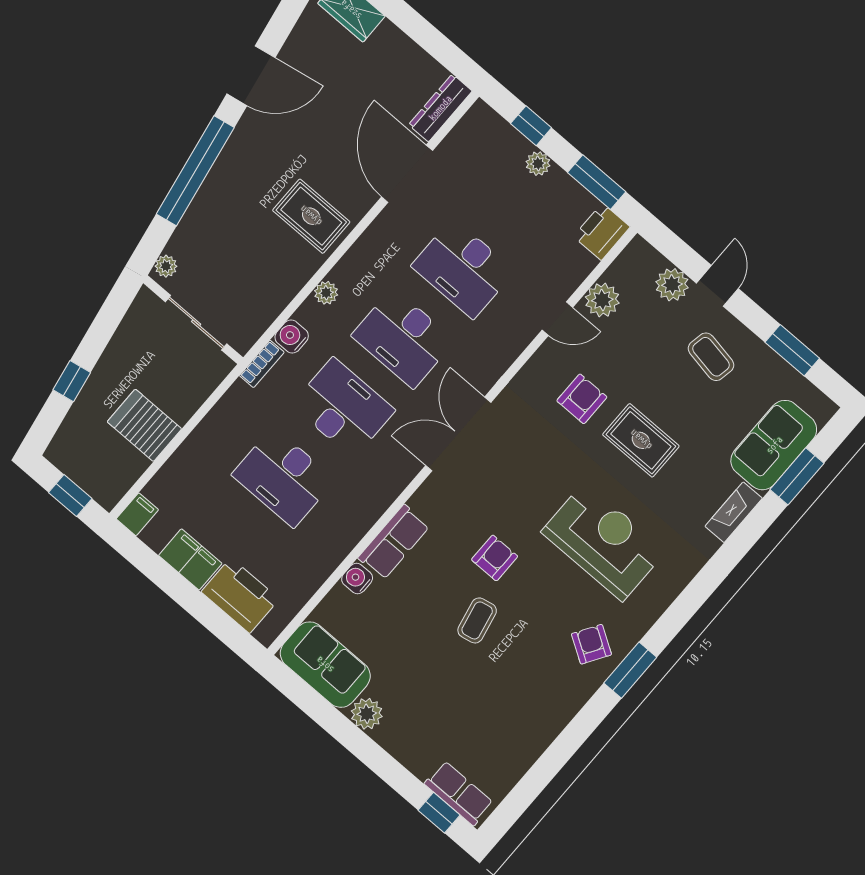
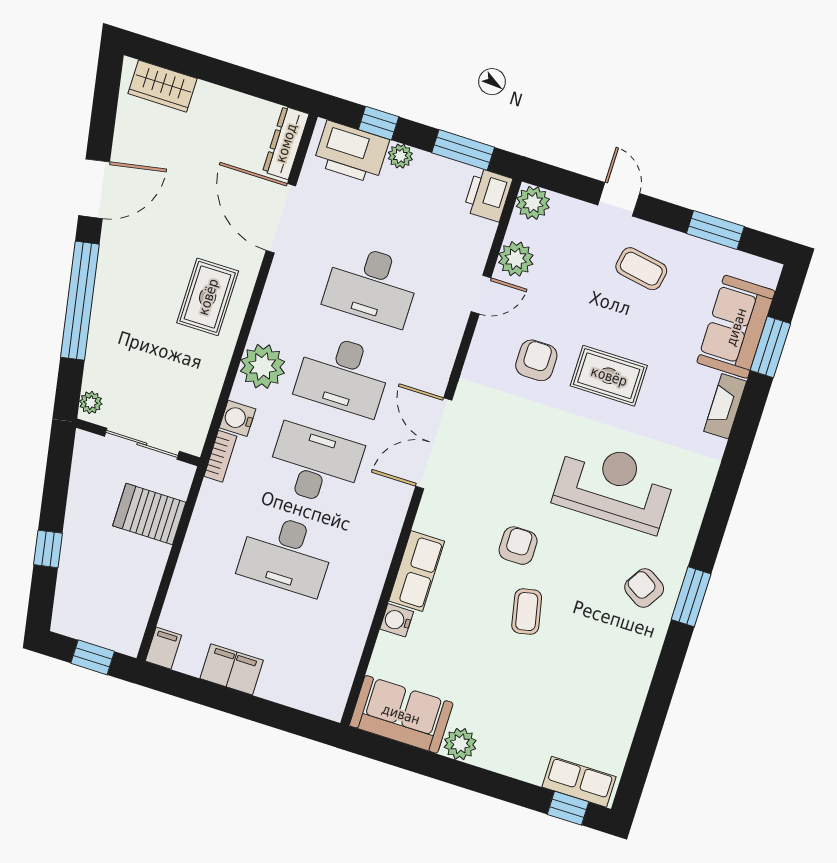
rug: (311, 216) -> (208, 297), turned 90
plant: (672, 285) -> (533, 203), moved
plant: (326, 293) -> (263, 366), width x1.88, depth x1.88
server rack: (144, 425) -> (149, 514), moved
printer: (240, 595) -> (351, 152), moved, turned 180

